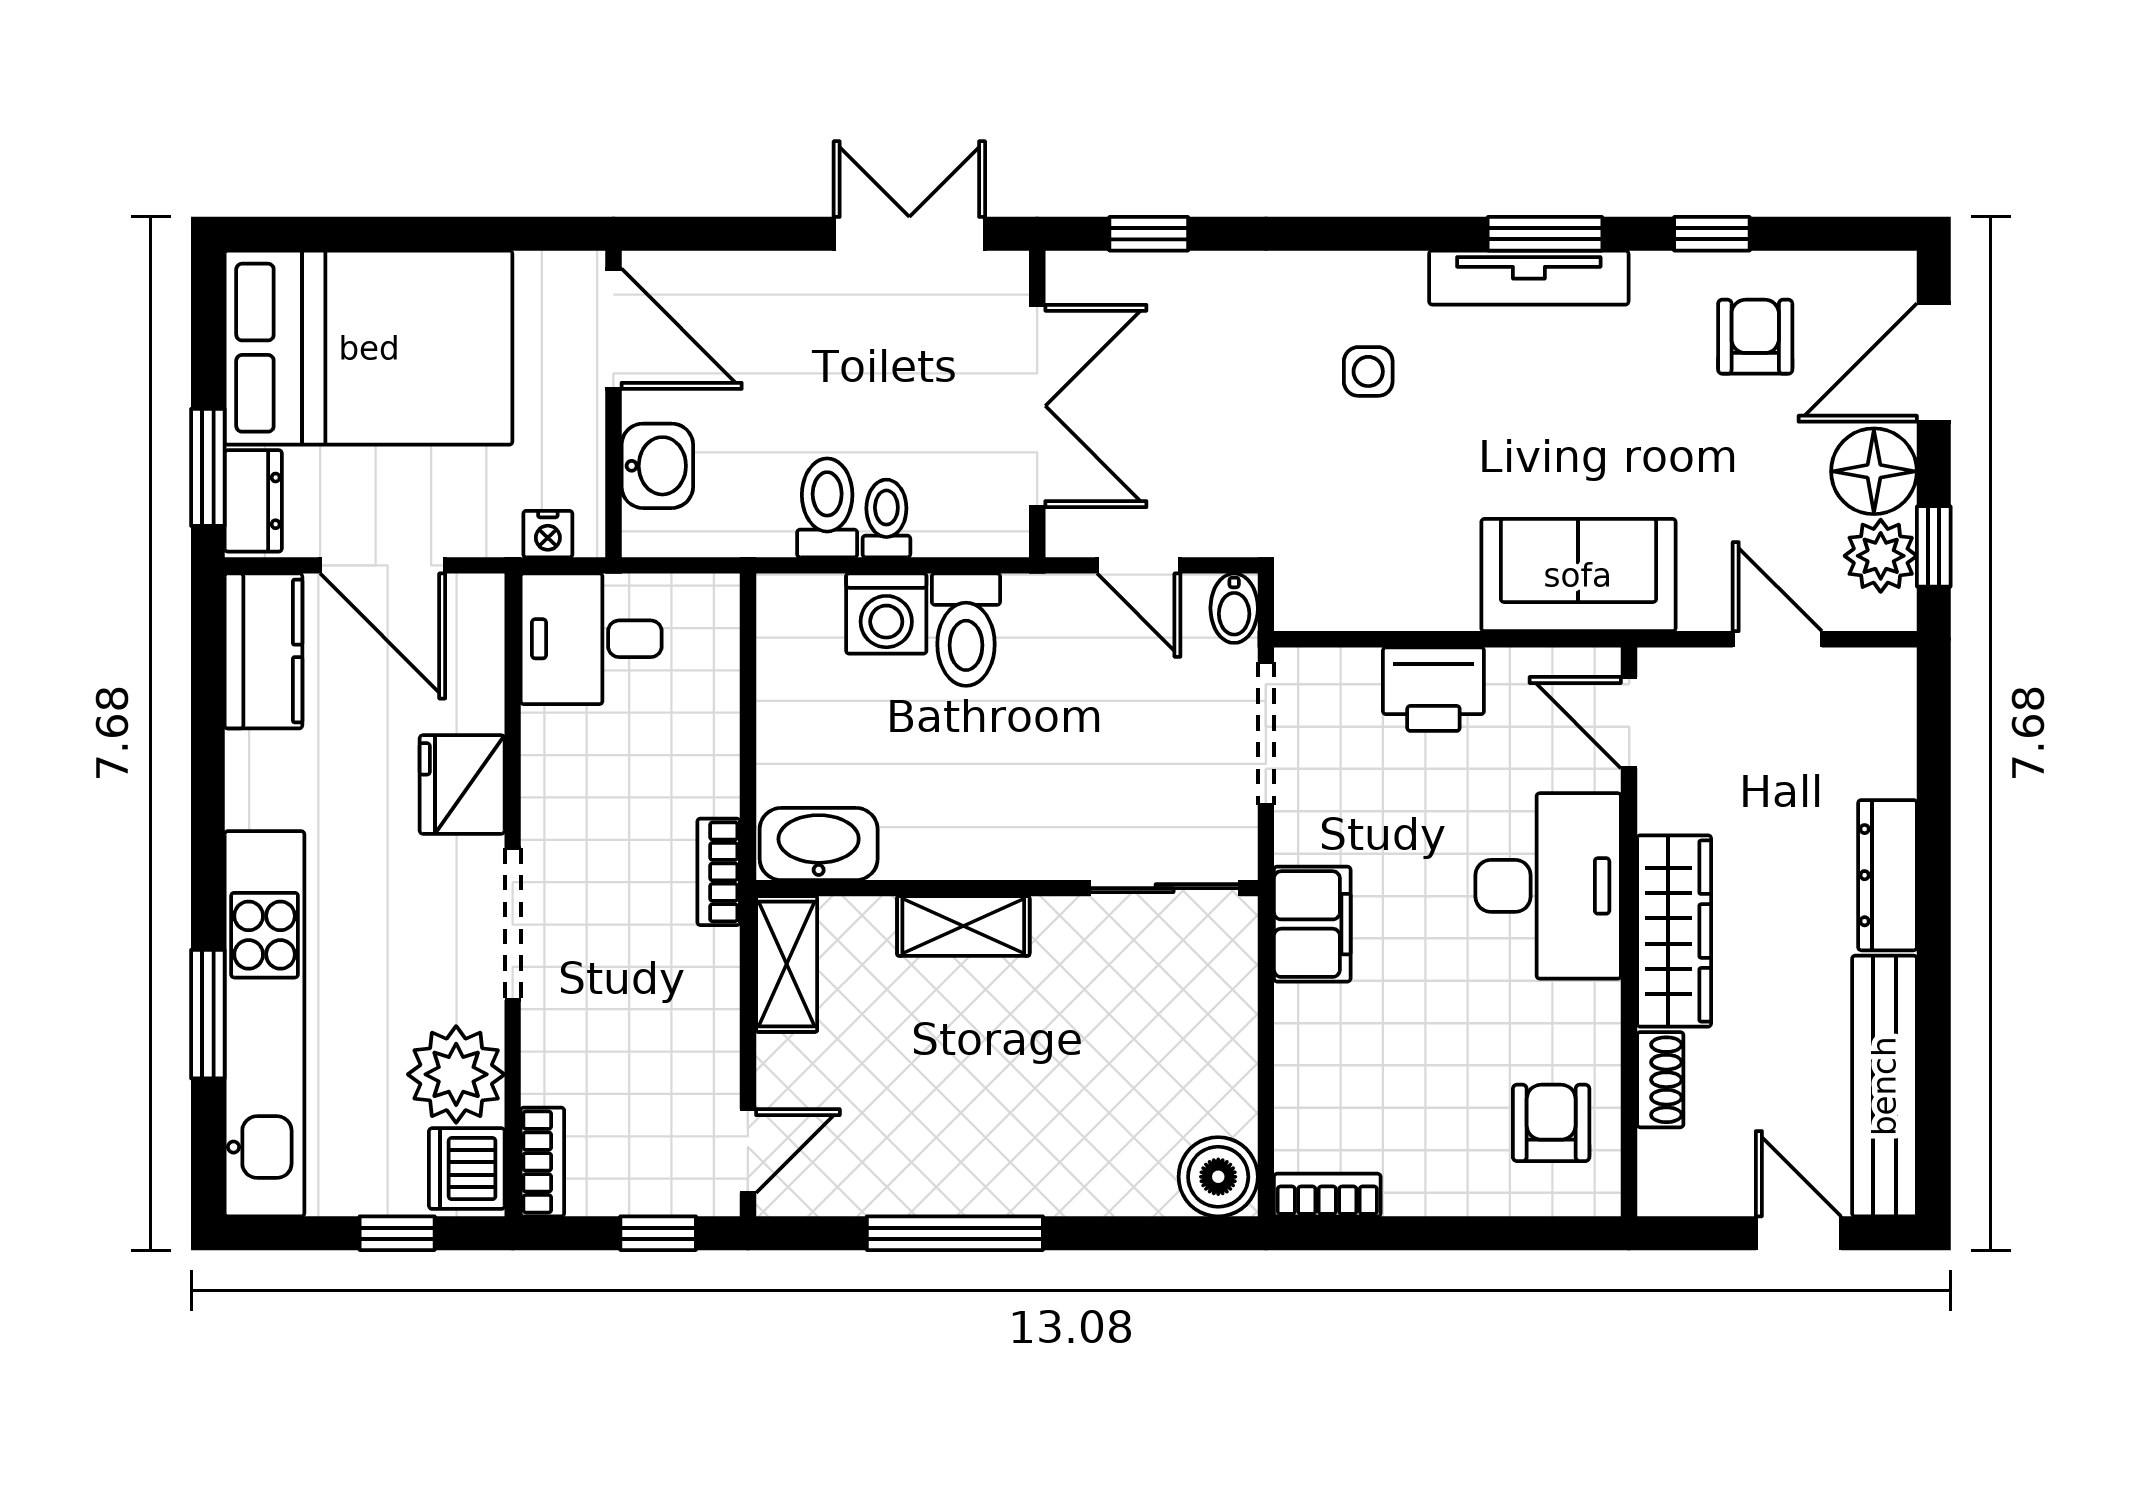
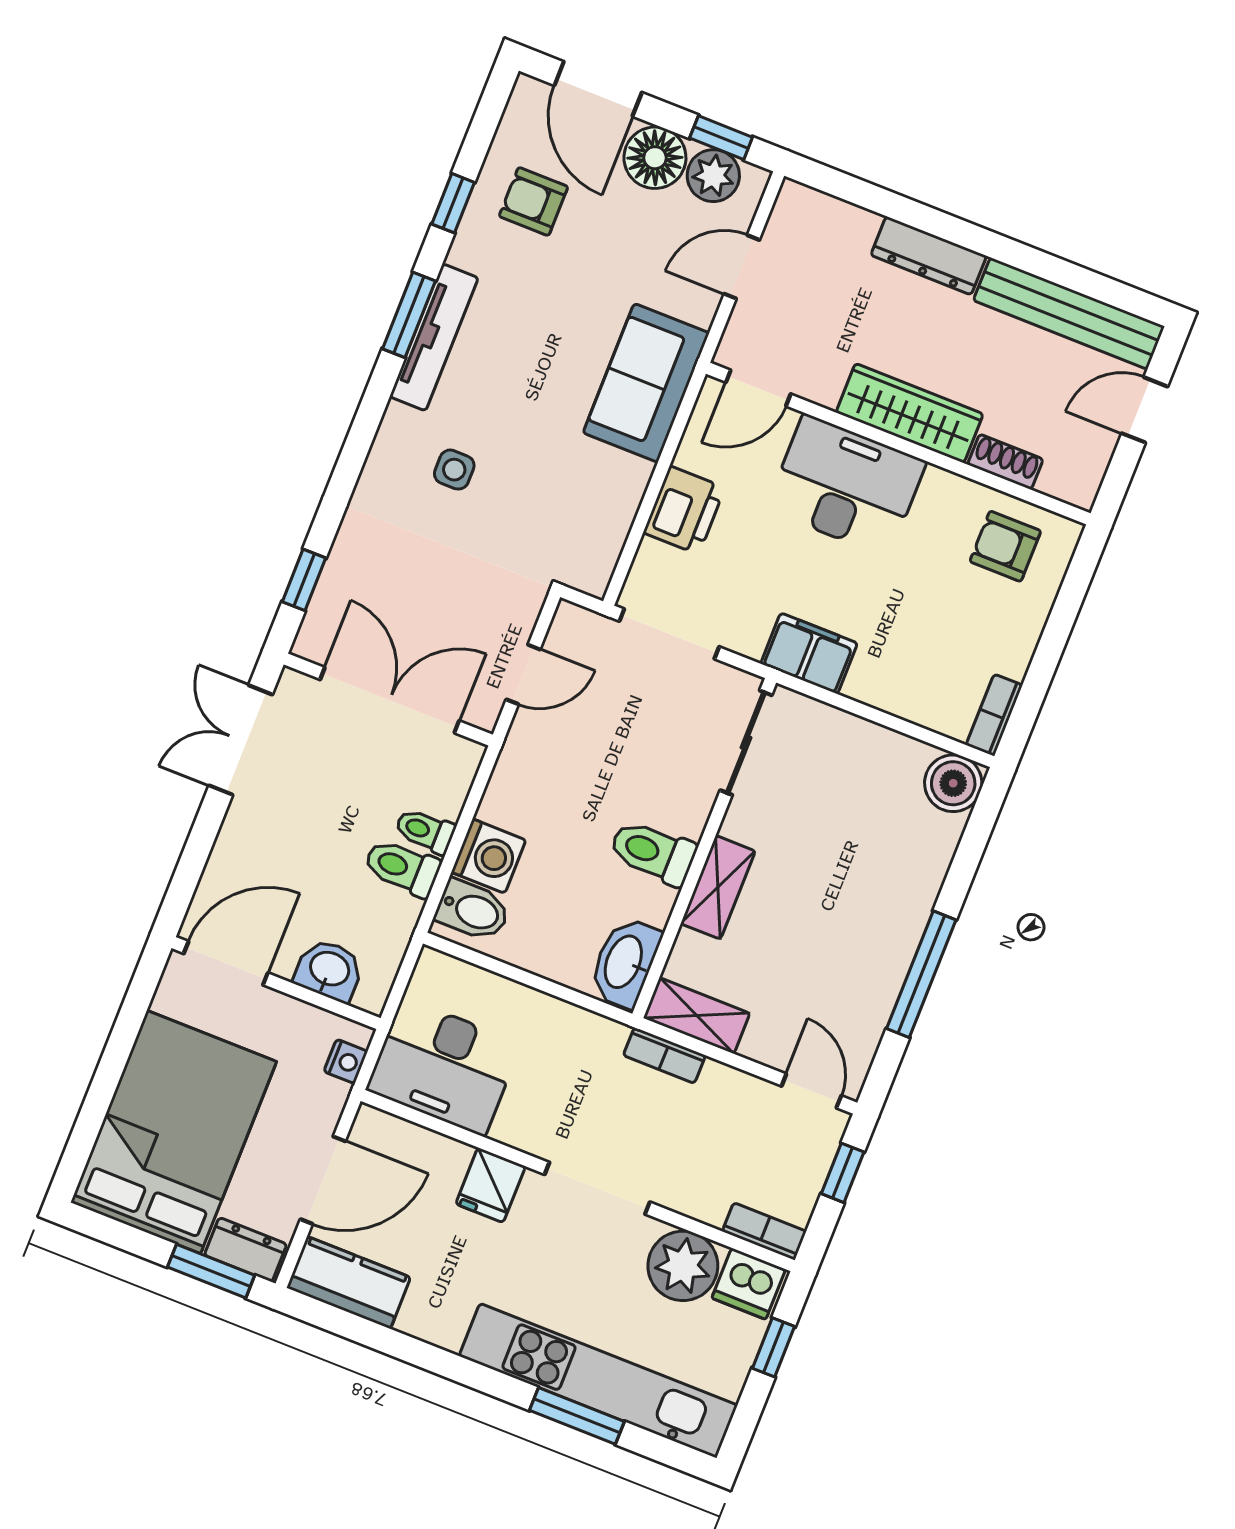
bidet: (1234, 608) -> (473, 910), moved, width x1.38, depth x1.36
toilet: (966, 630) -> (653, 852), moved, turned 180
desk: (591, 639) -> (444, 1067), width x1.37
fridge: (462, 785) -> (491, 1185), width x0.72
bookcase: (719, 872) -> (664, 1055), moved

